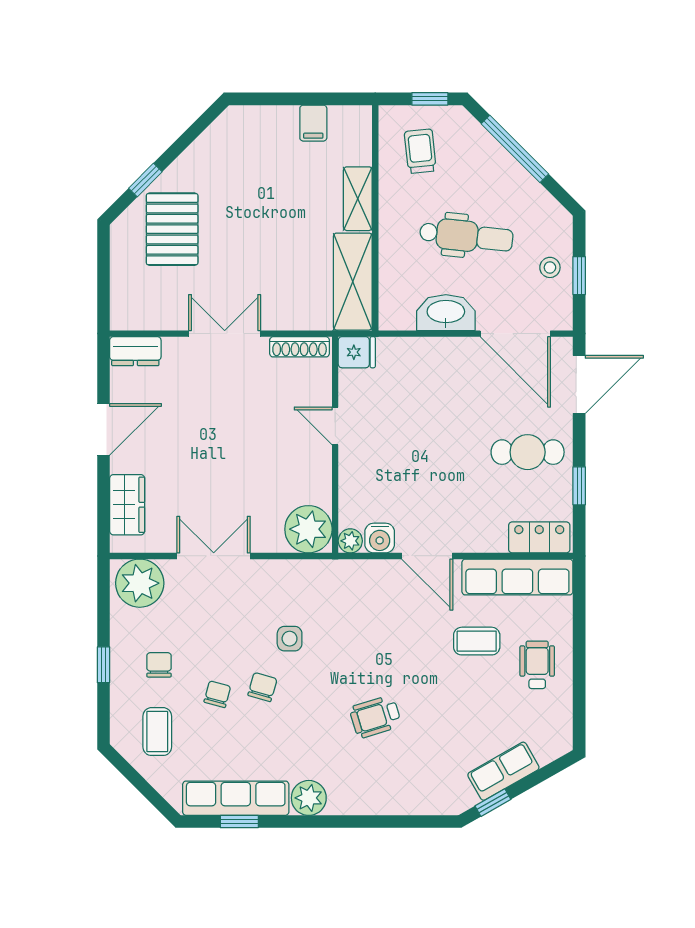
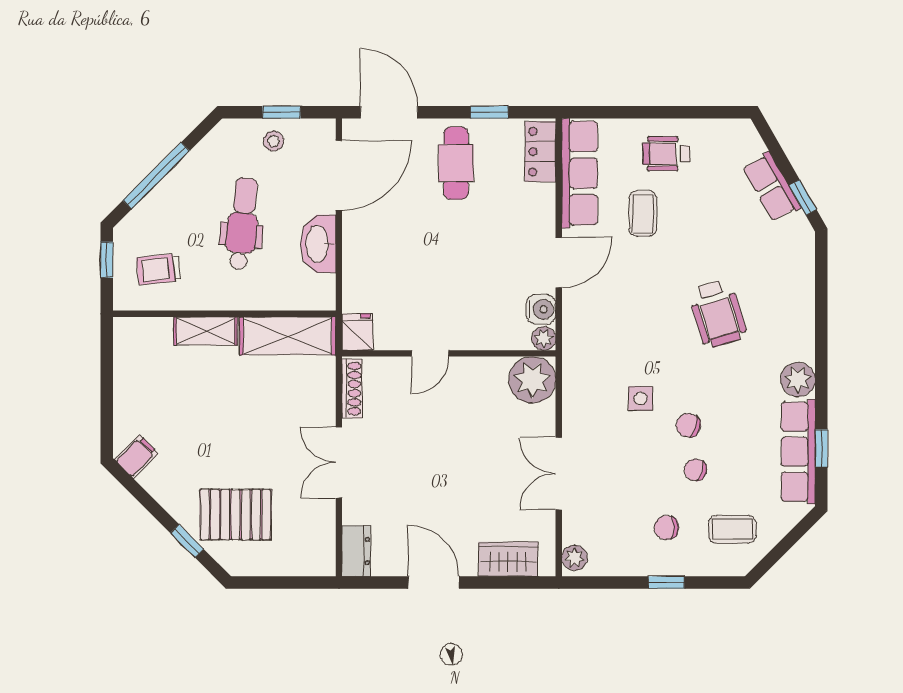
filing cabinet: (313, 123) -> (136, 456), moved, turned -45
plant: (140, 583) -> (575, 558), width x0.53, depth x0.53
wheelchair: (375, 717) -> (718, 314), width x1.36, depth x1.37

